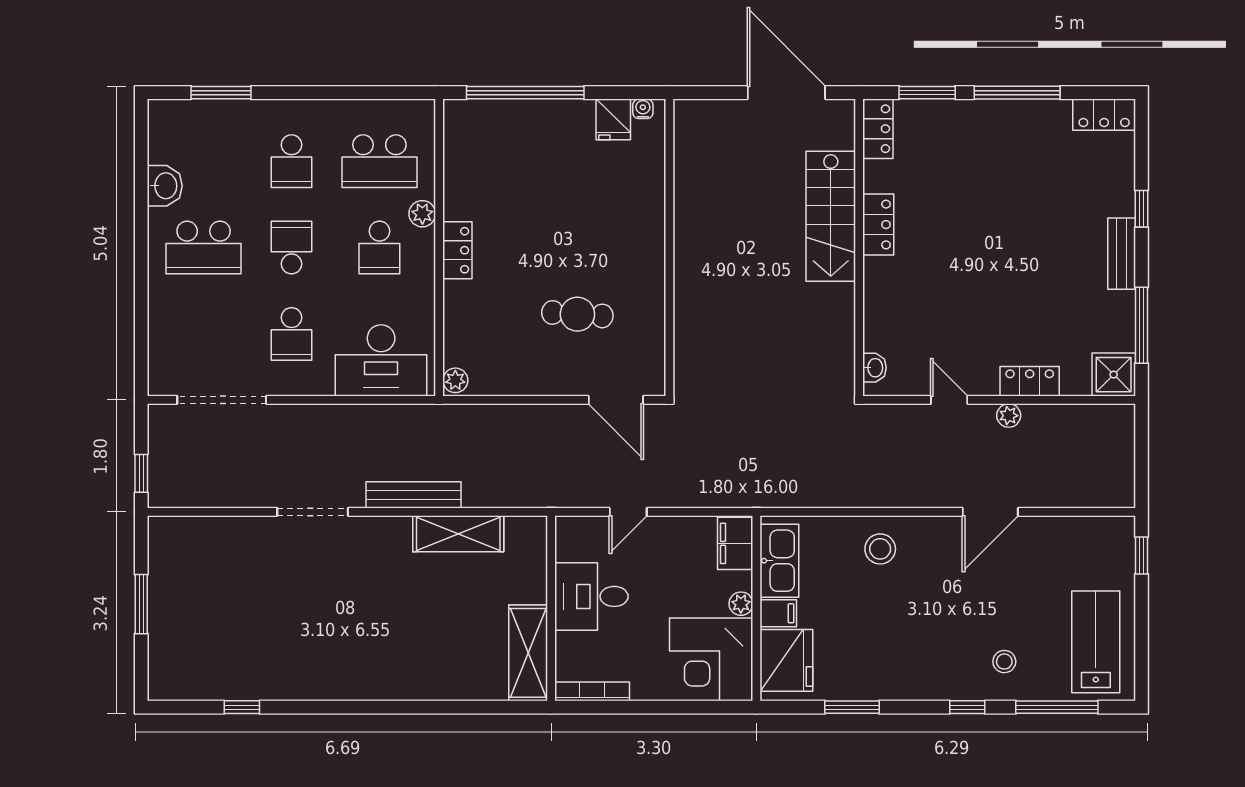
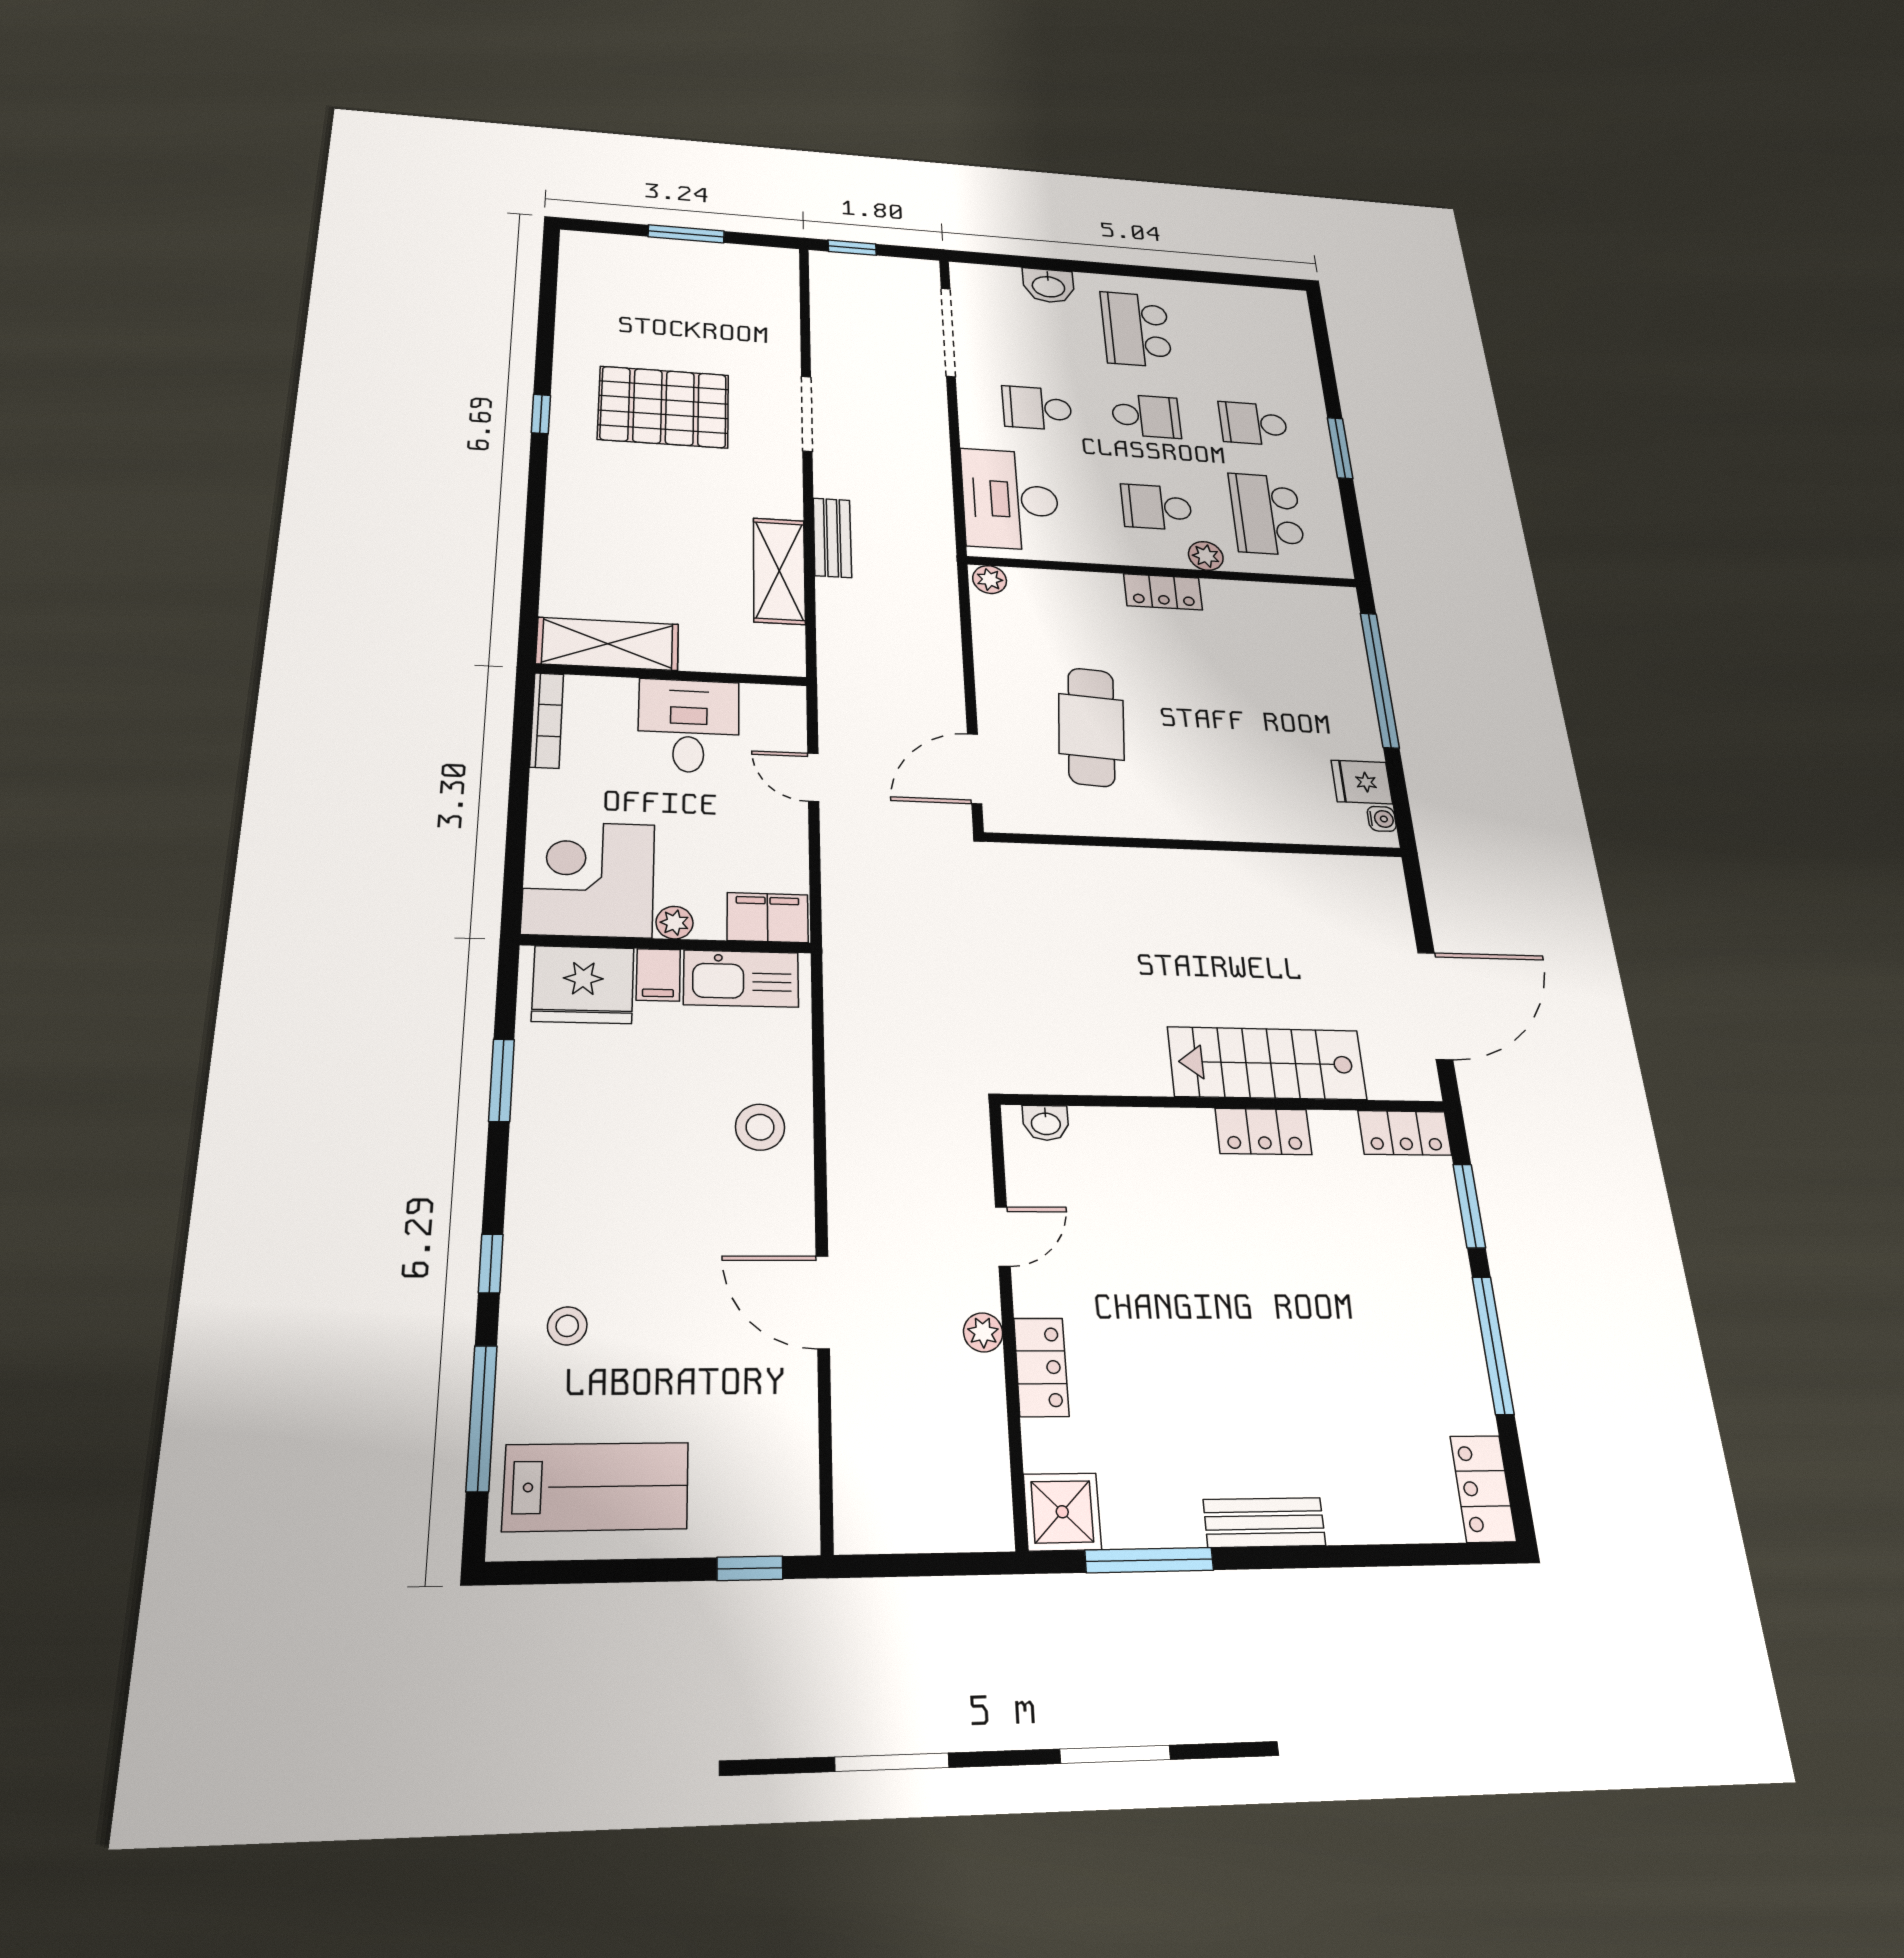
window: (221, 93) -> (1340, 448), moved
washbasin: (165, 186) -> (1048, 286), moved
window: (1141, 209) -> (1342, 1556), removed
cafe table: (577, 314) -> (1091, 727), width x1.37, depth x1.35
bench: (413, 495) -> (832, 538), width x0.73
pallet: (316, 618) -> (664, 407), added
window: (242, 707) -> (541, 414), moved

